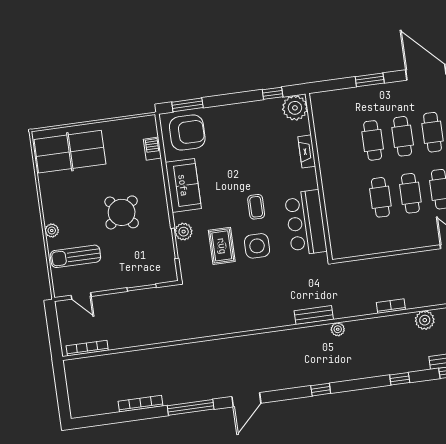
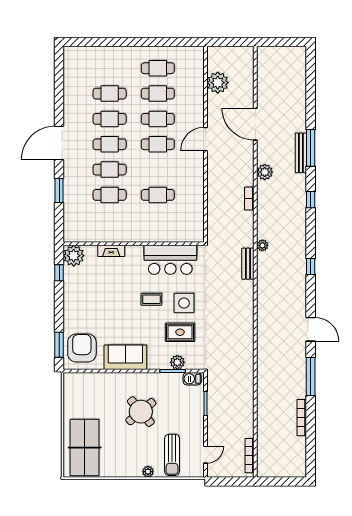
barbecue: (152, 149) -> (192, 379), moved
cafe table: (410, 193) -> (158, 170), removed
plant: (184, 232) -> (177, 362), moved

